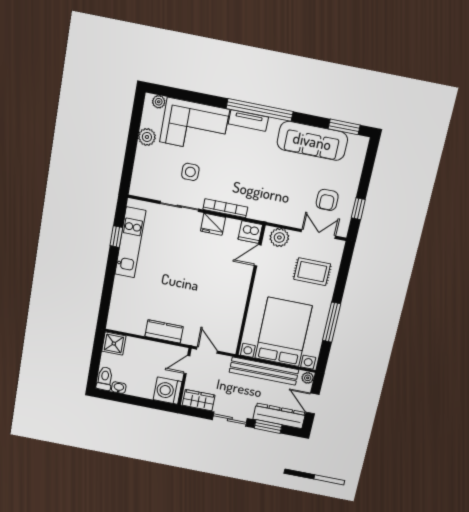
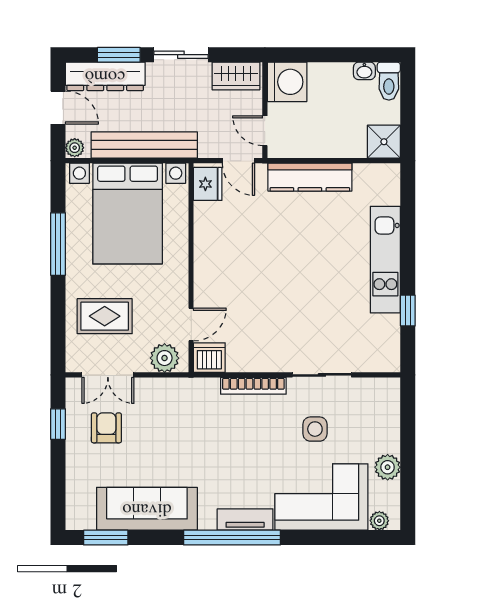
fridge: (213, 224) -> (208, 184), moved, turned 90
kitchen unit: (130, 243) -> (385, 260), moved
kitchen counter: (164, 331) -> (310, 177), width x1.50
door: (187, 365) -> (265, 131), swing flipped

